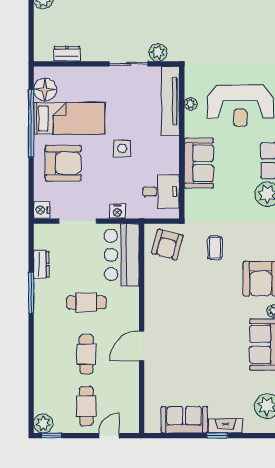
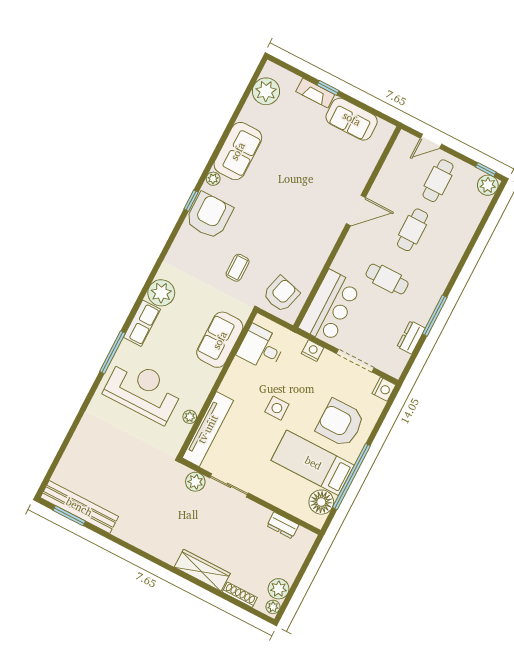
sofa: (199, 163) -> (220, 340), moved

